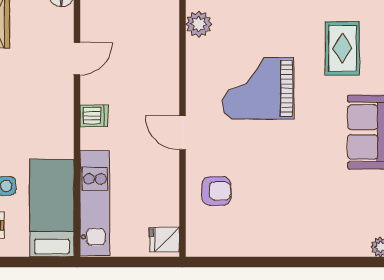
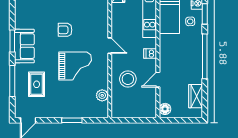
stool: (143, 60) -> (128, 79), added
armchair: (216, 191) -> (65, 30), moved

